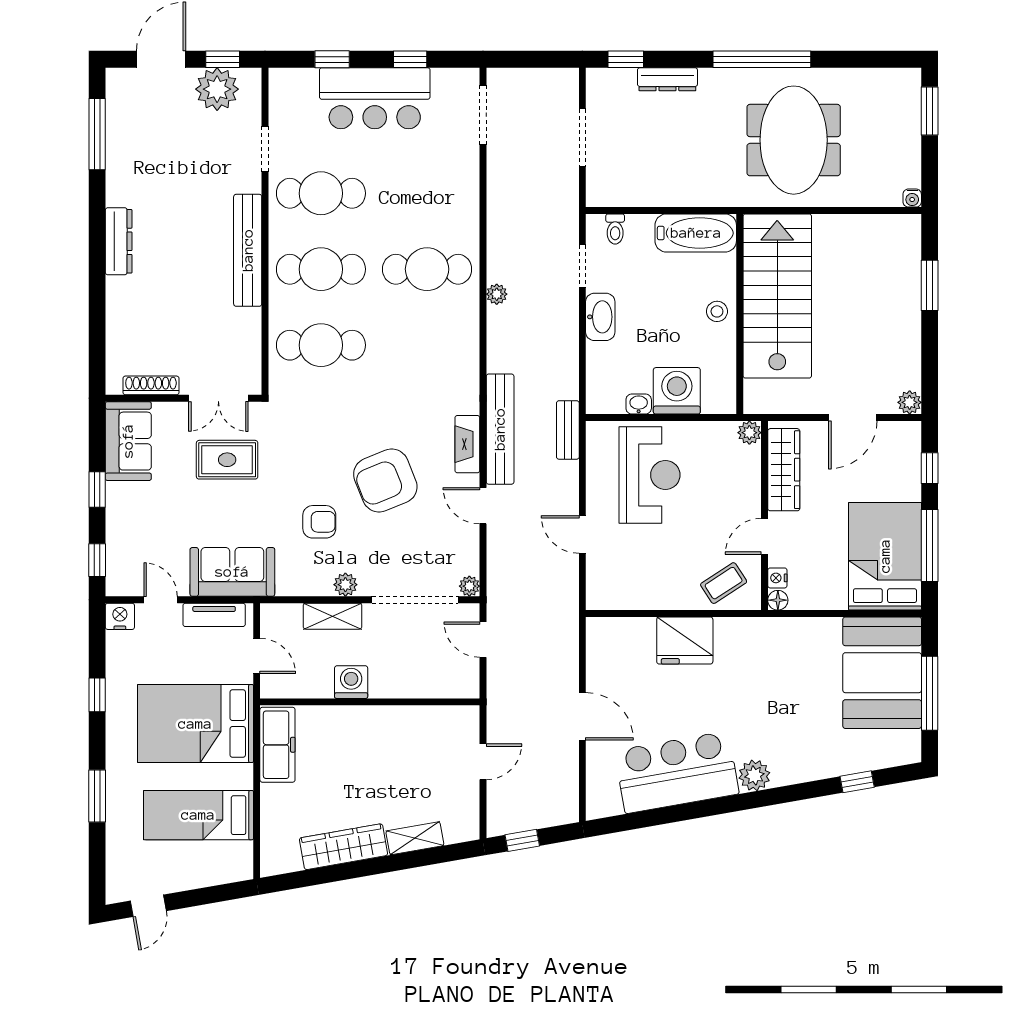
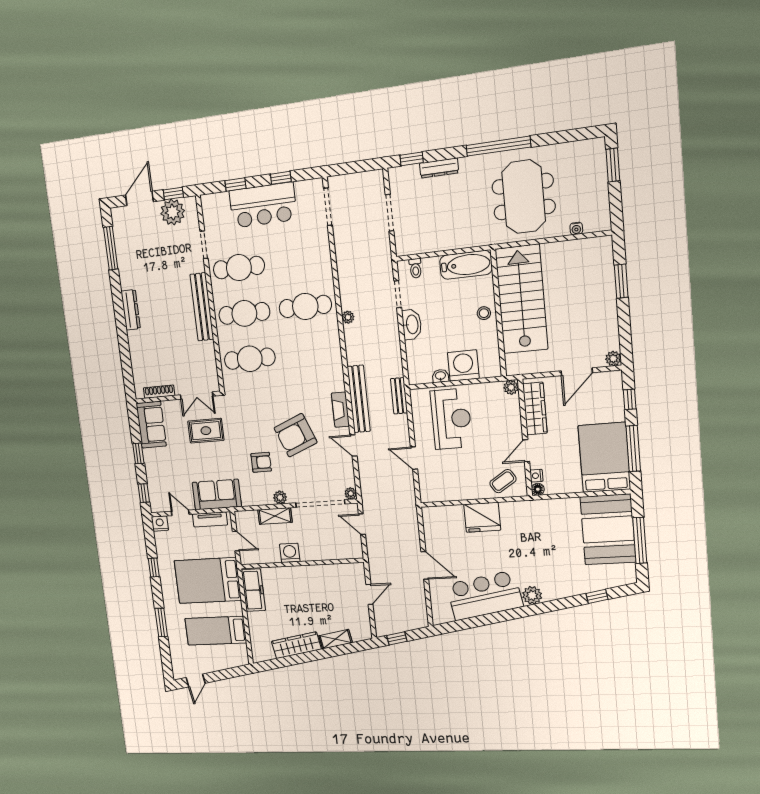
water cooler: (912, 198) -> (576, 228), moved

